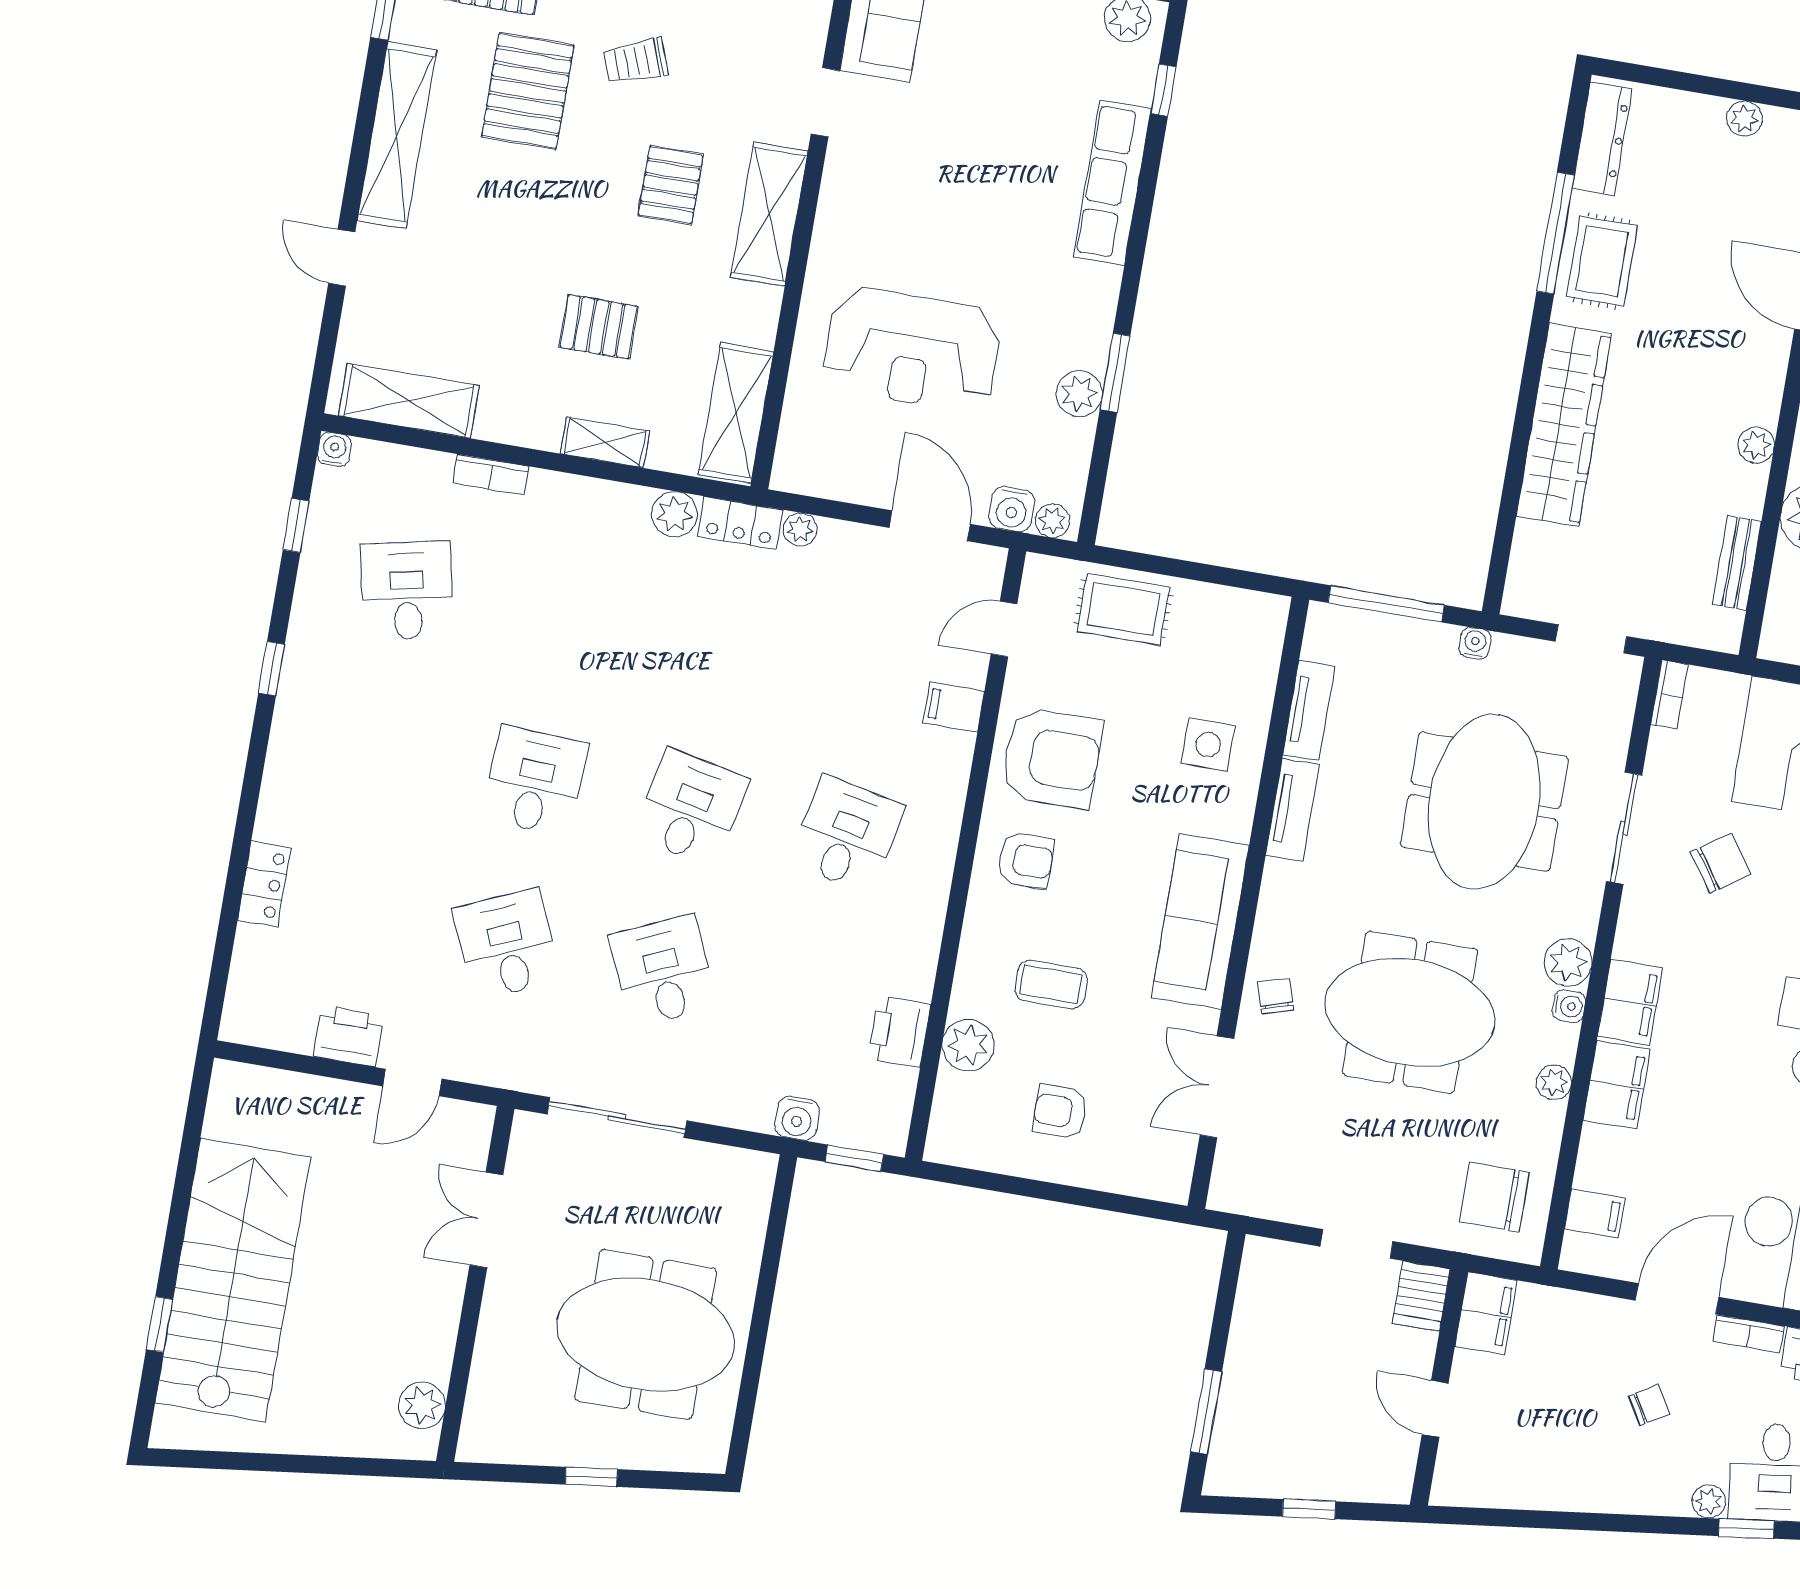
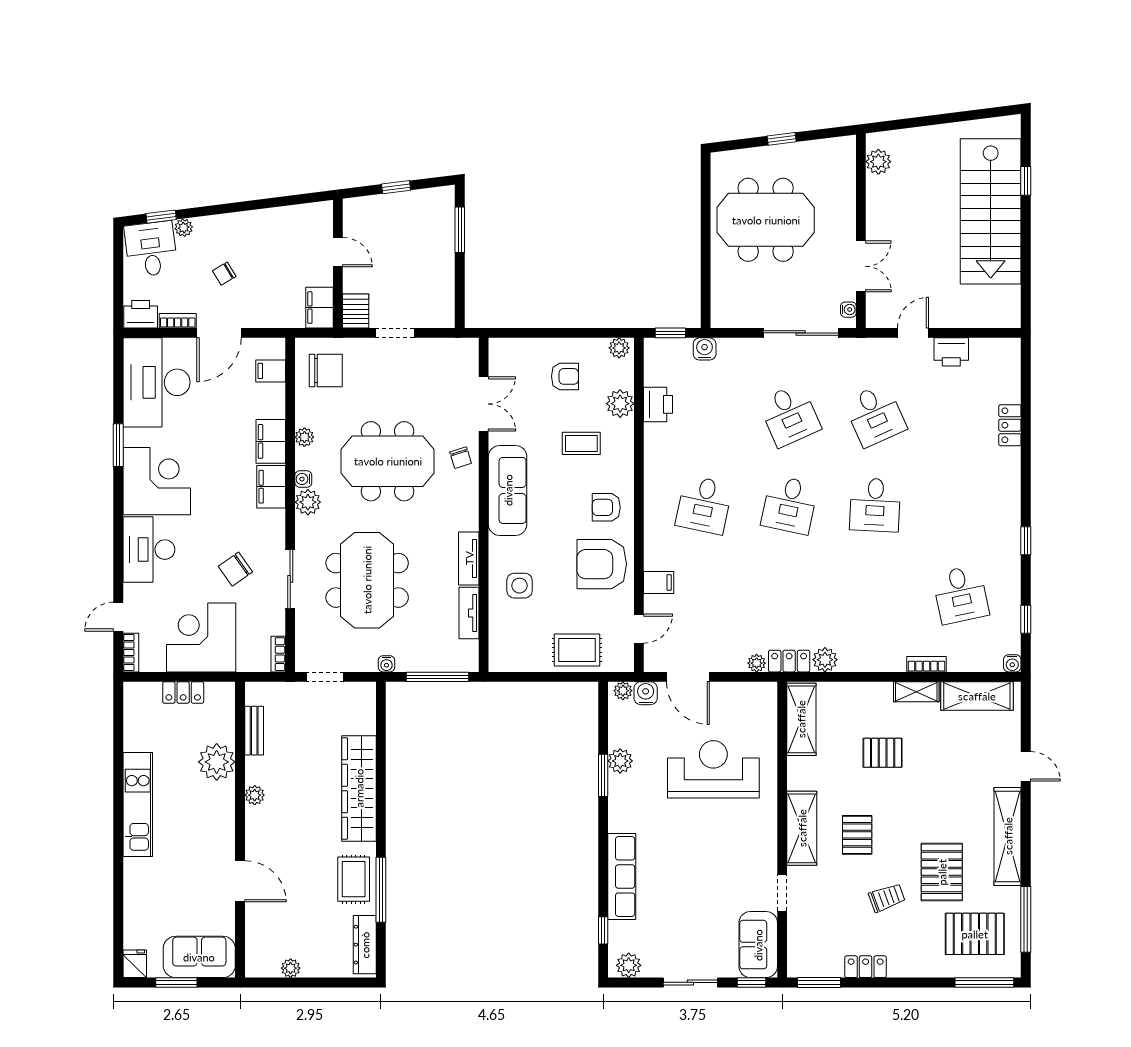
shelving: (605, 442) -> (916, 692), moved
water cooler: (523, 1145) -> (848, 310), added
plant: (953, 1147) -> (619, 348), added

